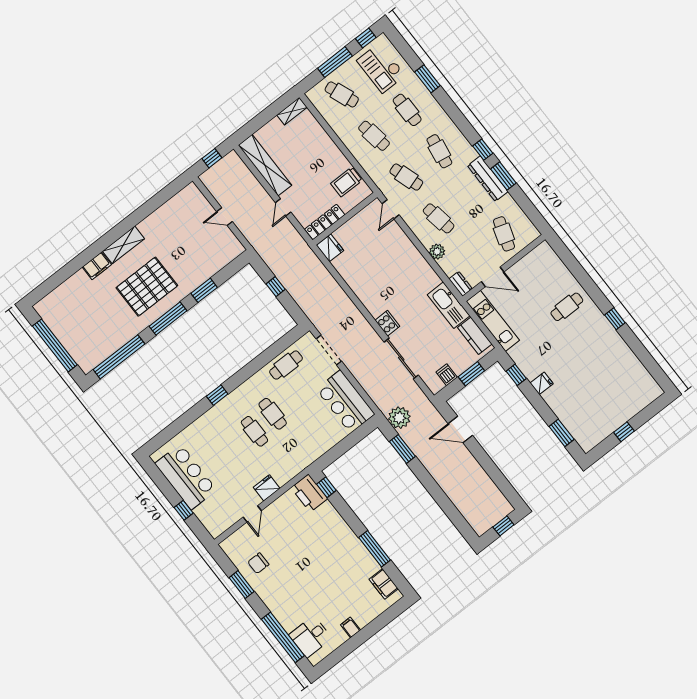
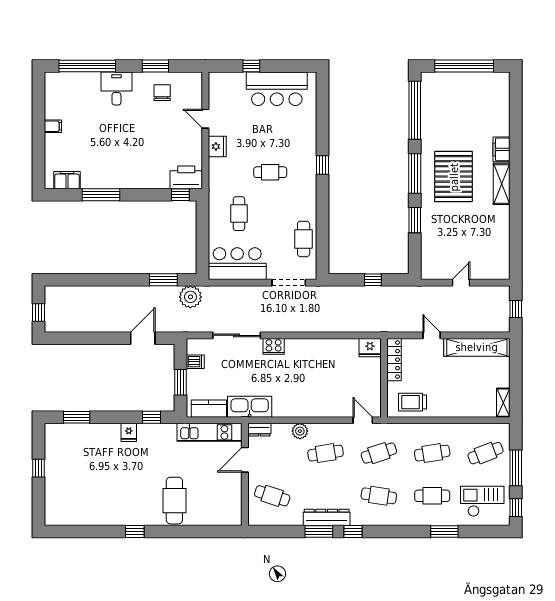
trolley: (346, 182) -> (412, 402), turned -90
cafe table: (567, 307) -> (174, 501), width x1.37, depth x1.35
cafe table: (273, 414) -> (239, 214), moved, turned 90
desk: (310, 637) -> (116, 88), moved

